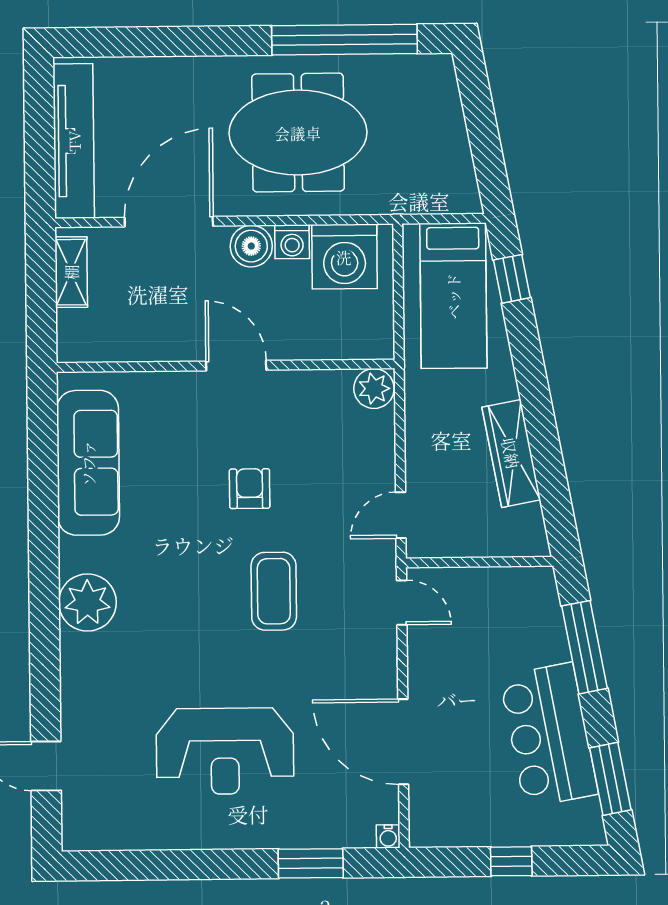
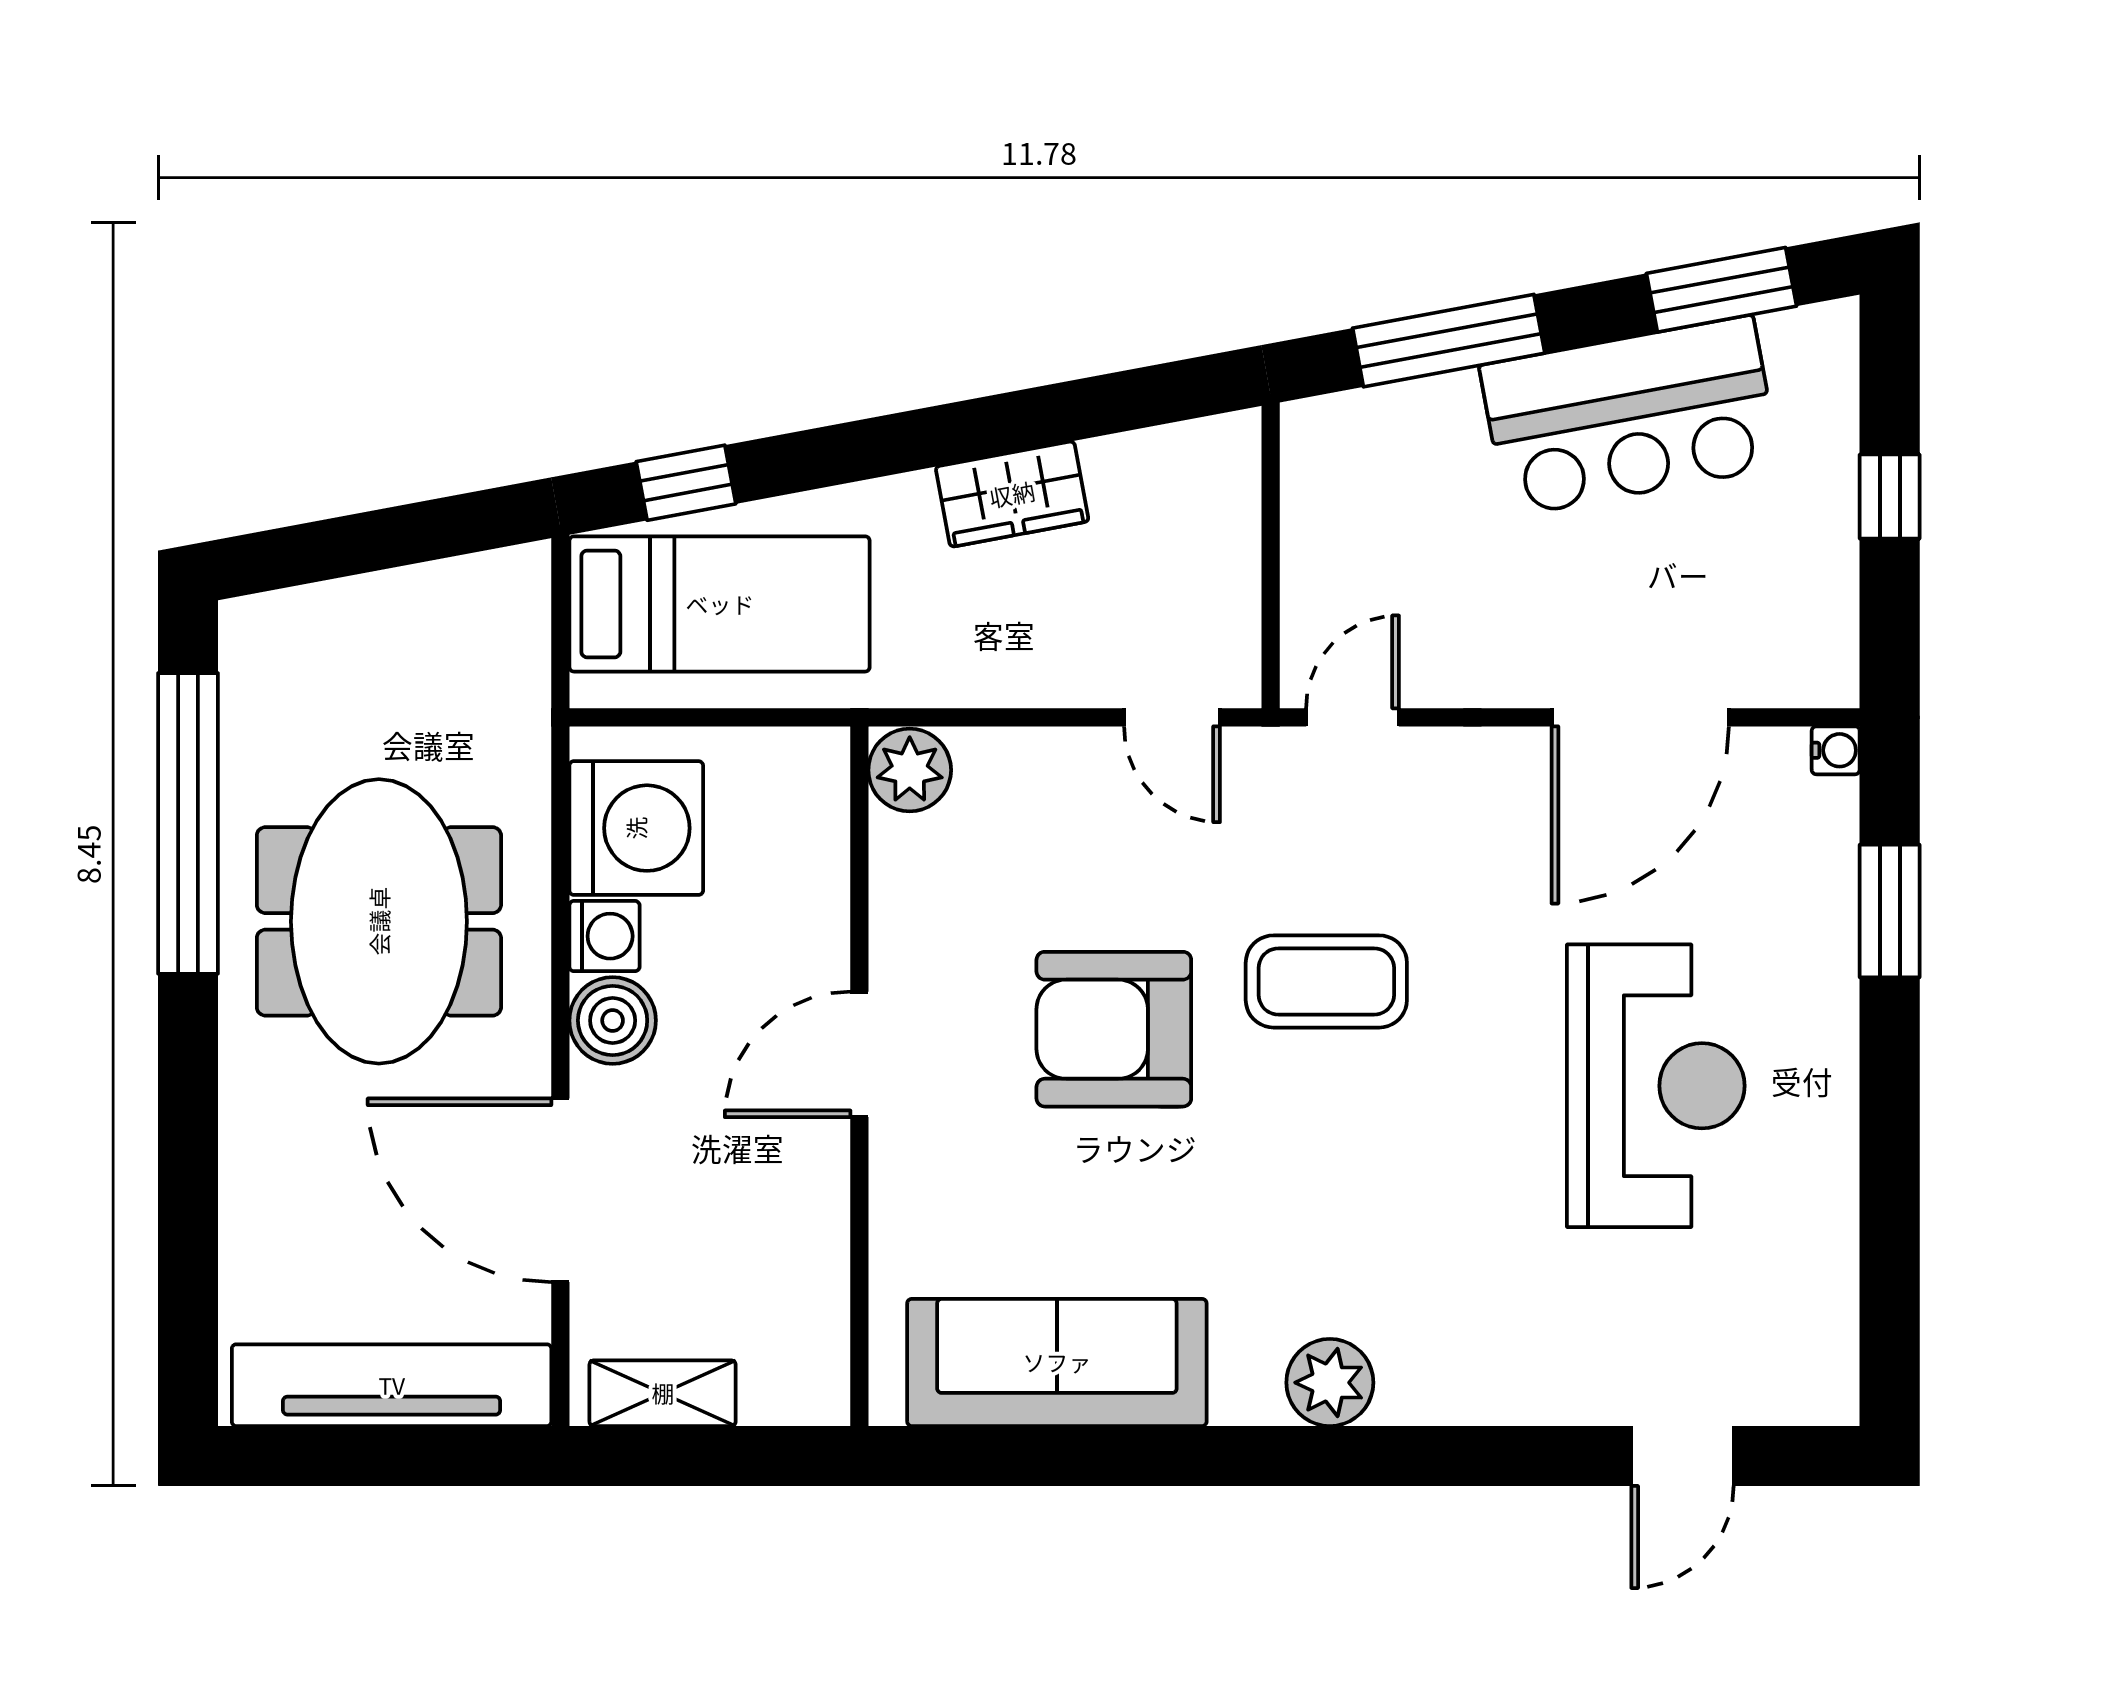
wardrobe: (511, 453) -> (1012, 494), width x0.67
armchair: (250, 489) -> (1114, 1029), width x1.88, depth x1.88
plant: (87, 602) -> (1330, 1383), width x0.73, depth x0.73

